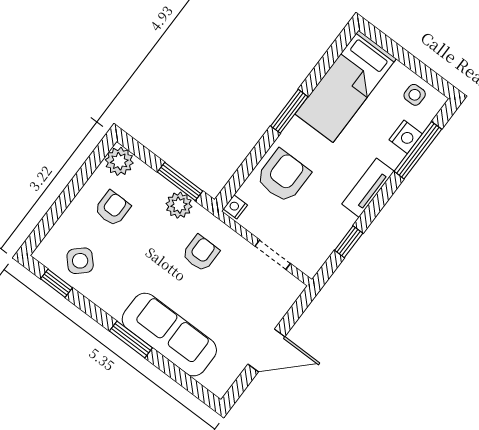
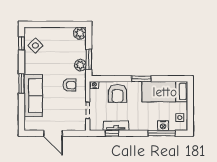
armchair: (283, 176) -> (118, 93), turned 90
tv unit: (368, 188) -> (116, 126), moved
armchair: (113, 208) -> (62, 43), removed

